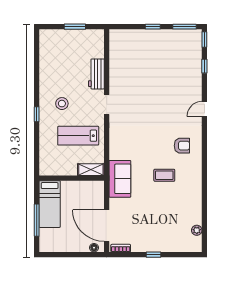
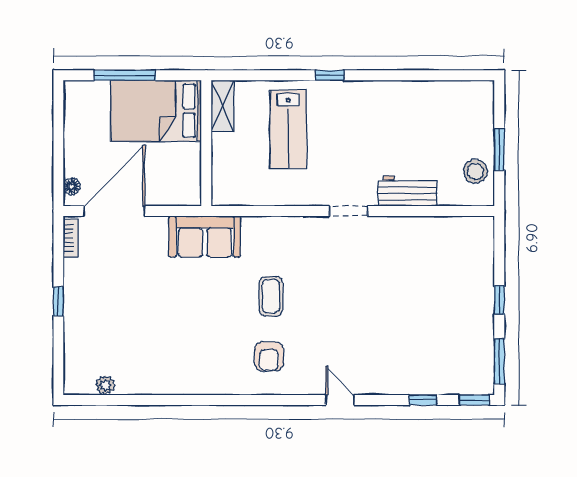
stool: (62, 104) -> (475, 171), moved
lab bench: (78, 136) -> (288, 129), moved, turned 180
shelving: (91, 170) -> (223, 106), moved
coffee table: (164, 175) -> (271, 296), moved
bed: (50, 204) -> (156, 111), width x1.50

